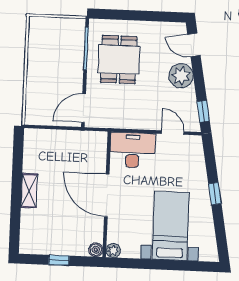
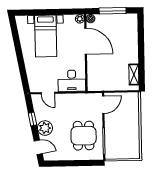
window: (203, 111) -> (32, 119), moved
shelving: (29, 191) -> (134, 74), moved
window: (215, 194) -> (20, 57), removed
door: (107, 195) -> (86, 41), moved
window: (59, 260) -> (113, 11), width x2.17

